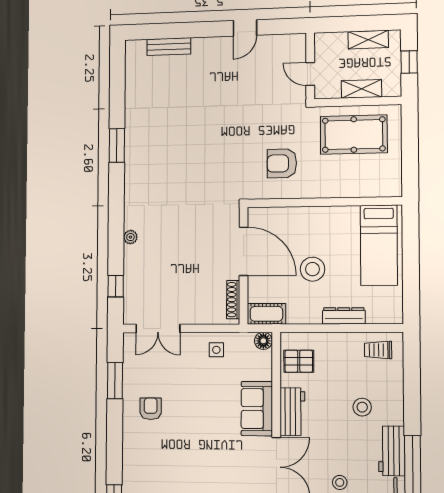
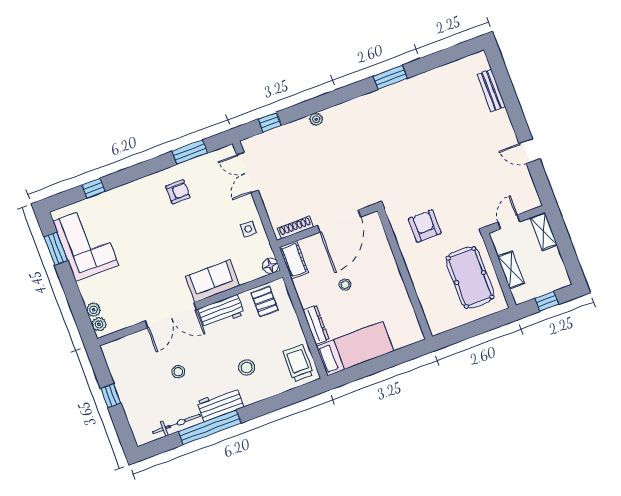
shelving: (368, 40) -> (544, 231), moved
bed: (379, 245) -> (355, 349), moved, turned 180
stool: (312, 269) -> (345, 285), width x0.53, depth x0.53
trolley: (378, 350) -> (298, 363), width x1.36, depth x1.39

